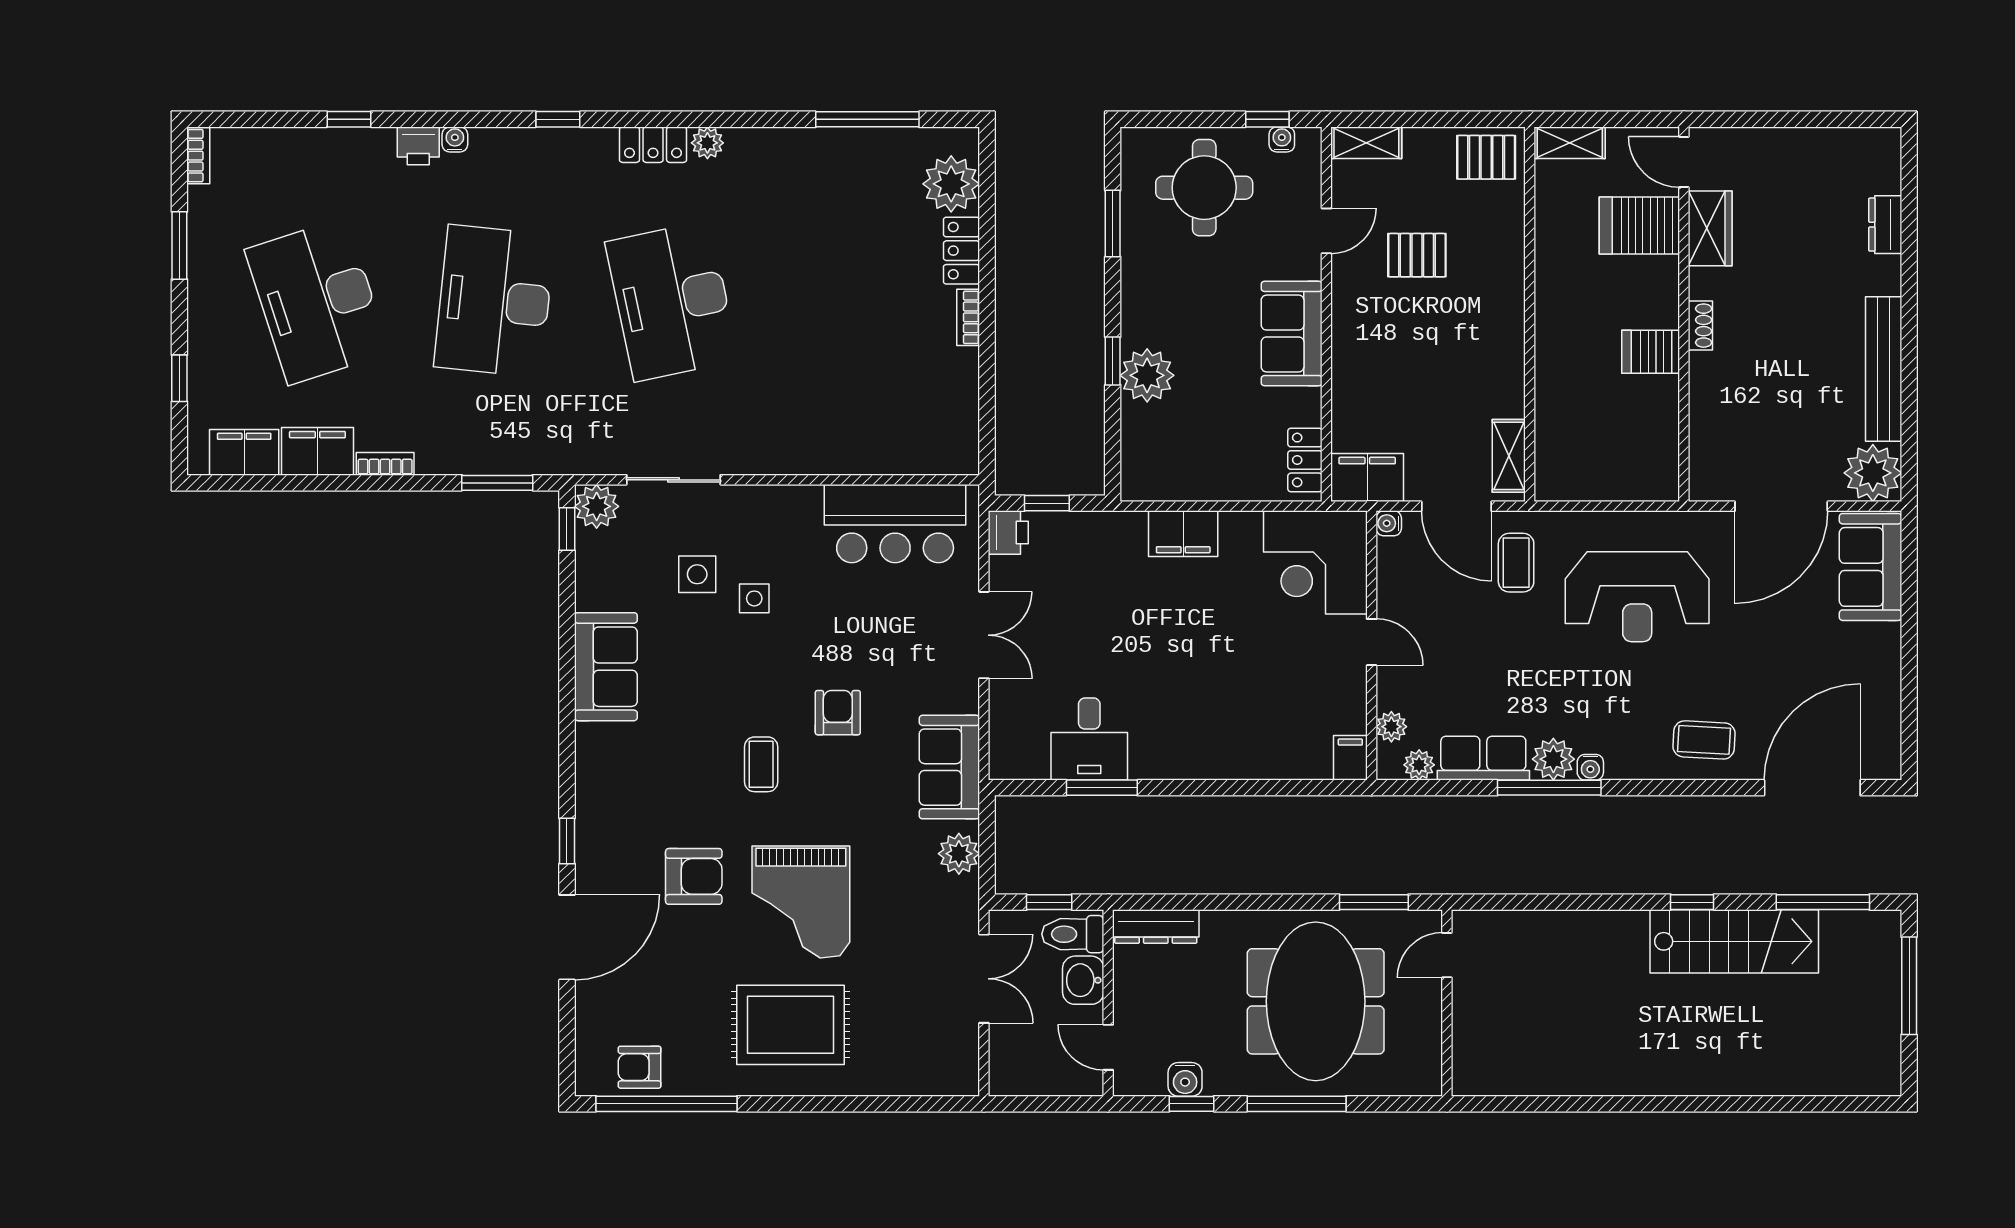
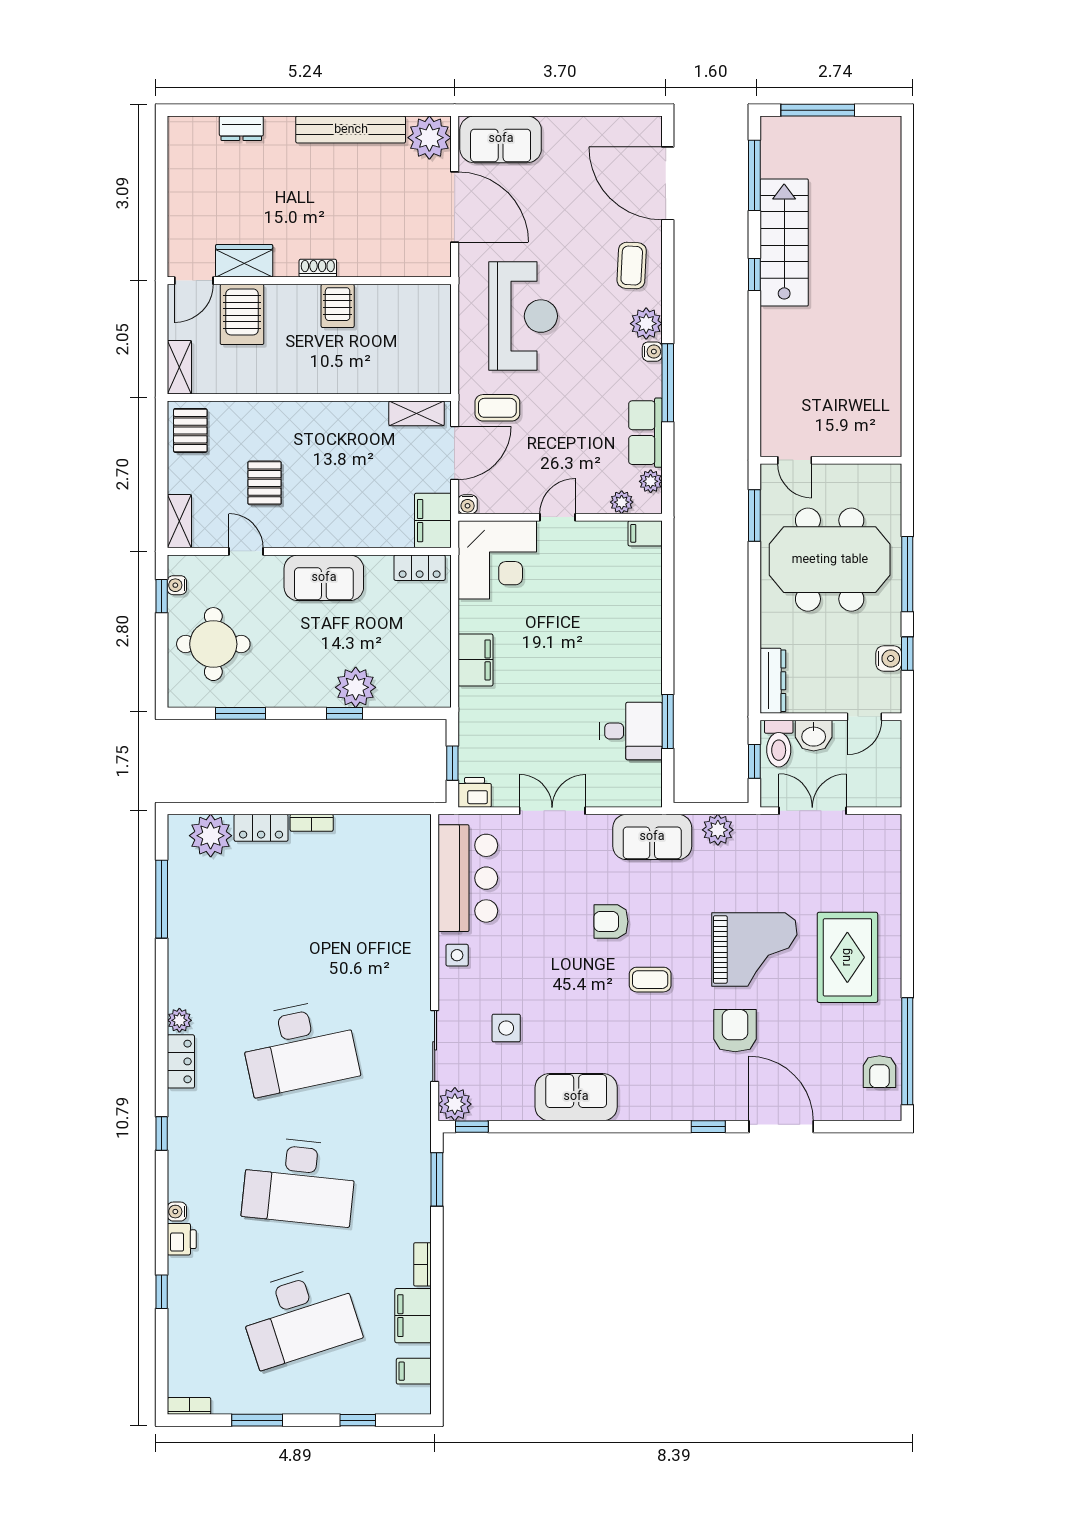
filing cabinet: (244, 452) -> (414, 1371), width x0.50
side table: (754, 598) -> (457, 955), moved
plant: (1553, 759) -> (646, 324), moved

